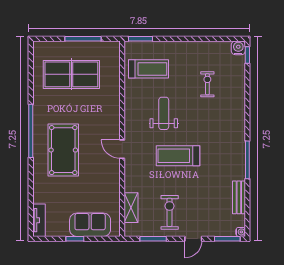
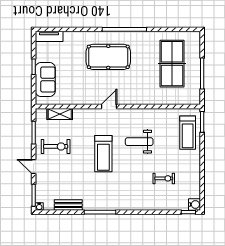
treadmill: (148, 69) -> (188, 133), moved
weight bench: (164, 113) -> (139, 142), turned 180
treadmill: (178, 156) -> (103, 154), turned 180

